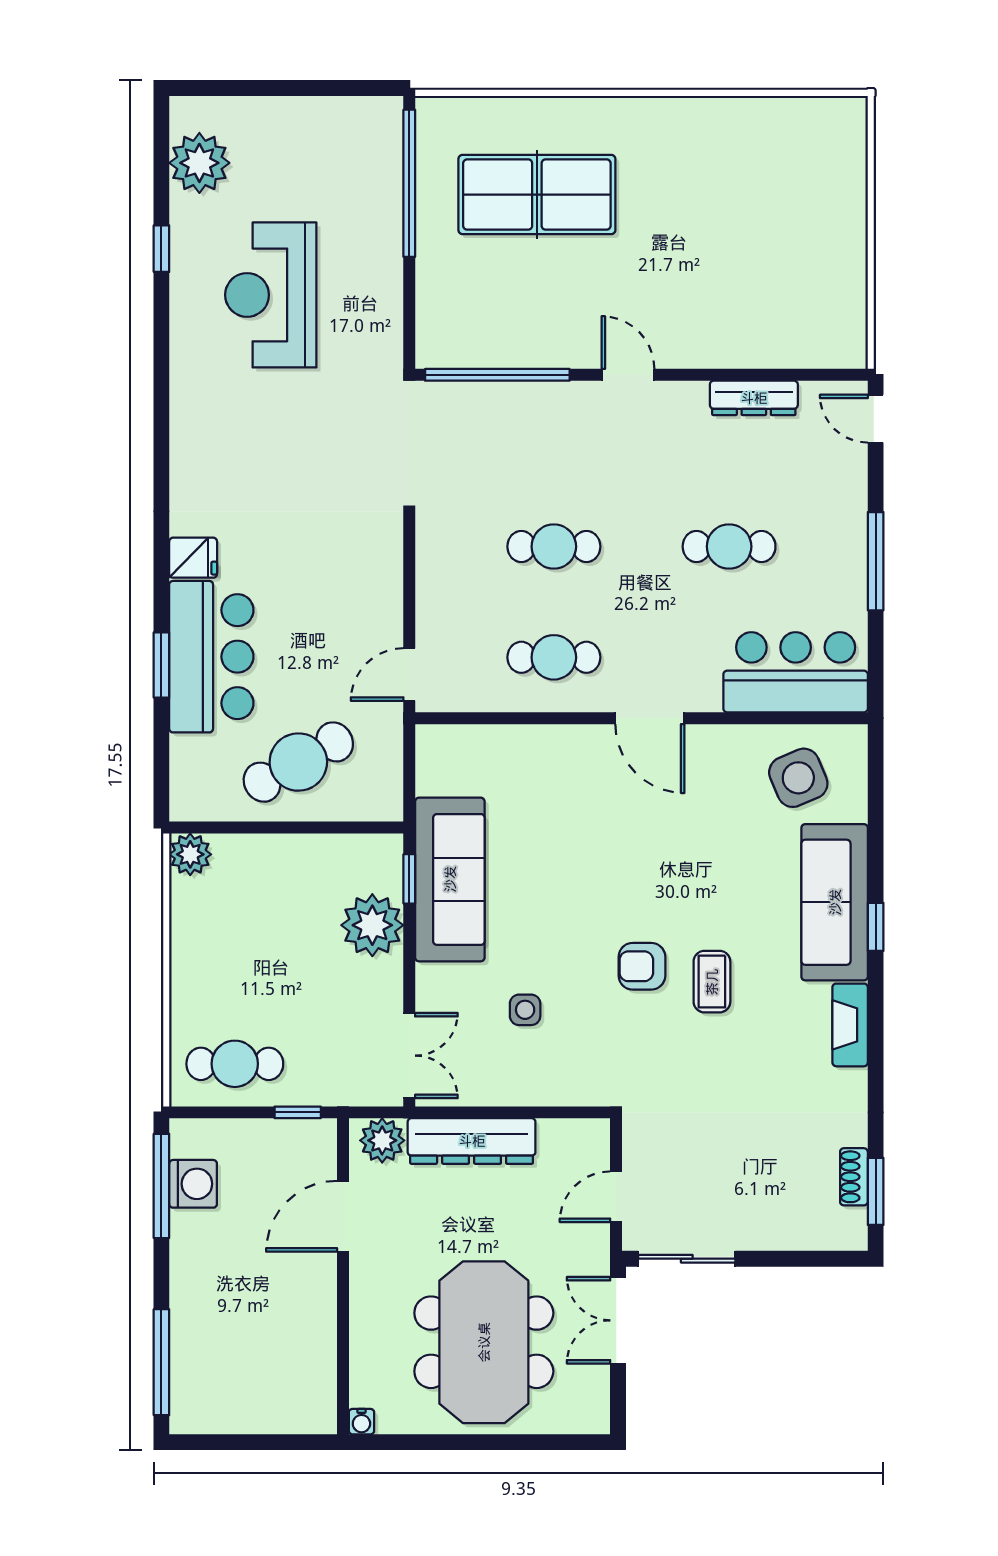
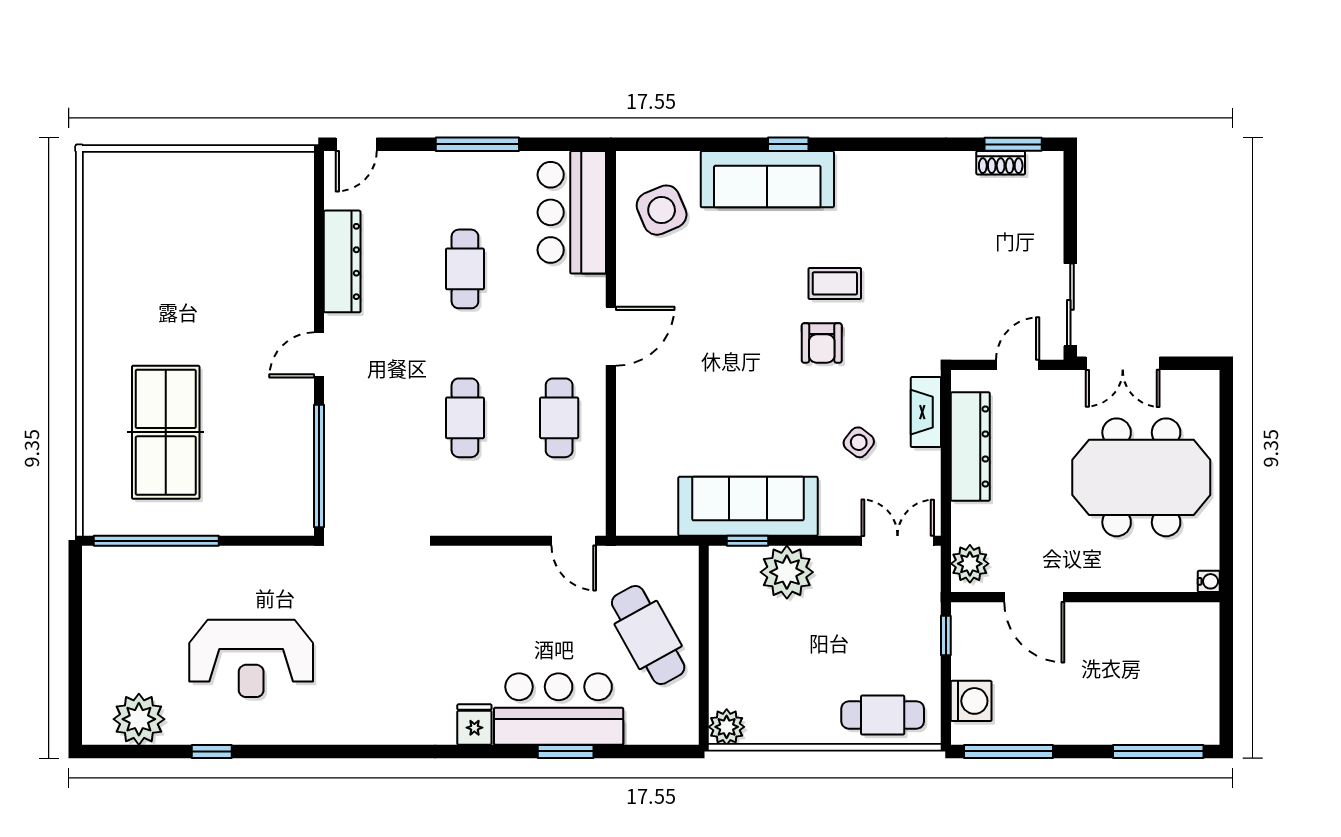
dresser: (754, 398) -> (342, 261), width x1.37, depth x1.24
side table: (525, 1010) -> (859, 442), turned 38
fireplace: (850, 1025) -> (926, 412), moved, turned 90
cafe table: (235, 1064) -> (883, 715), moved, turned 90
dresser: (472, 1141) -> (970, 446), moved
washing machine: (193, 1184) -> (971, 701), moved, turned 90
door: (616, 1197) -> (1018, 365), swing flipped

